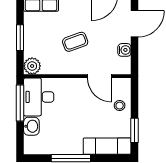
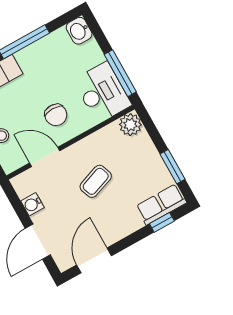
window: (20, 38) -> (172, 167), moved
chair: (77, 99) -> (56, 115), added
washbasin: (31, 126) -> (79, 31), moved

